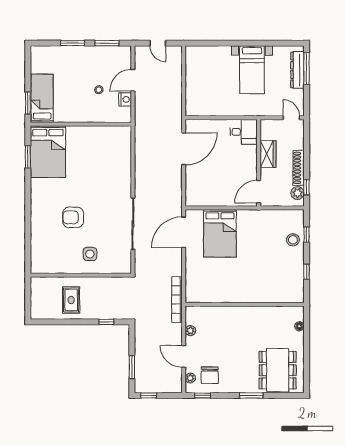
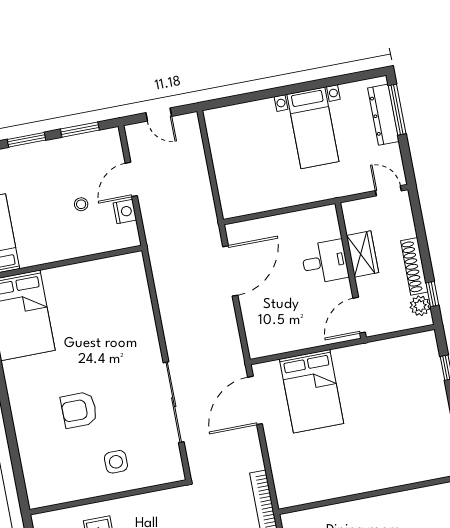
desk: (244, 132) -> (325, 262), moved
stool: (293, 240) -> (427, 380), removed

